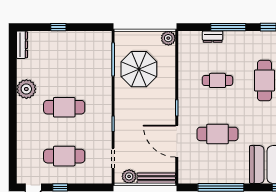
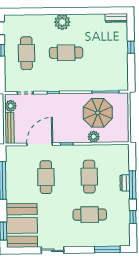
dresser: (213, 37) -> (125, 183), moved
plant: (168, 38) -> (94, 137), moved
cafe table: (217, 80) -> (89, 177), width x1.37, depth x1.35
plant: (26, 89) -> (62, 22), moved
cafe table: (64, 107) -> (66, 53), turned 90

